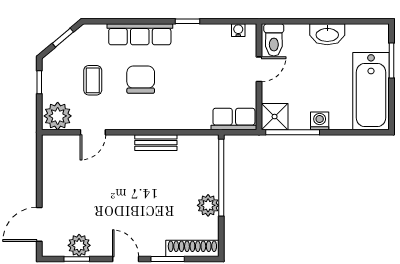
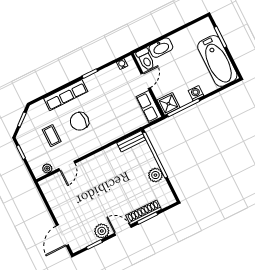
washbasin: (327, 34) -> (161, 48), moved
chair: (141, 80) -> (79, 121), turned -90
plant: (58, 116) -> (47, 169), width x0.53, depth x0.53
row of seats: (234, 119) -> (149, 107), moved, turned -90
bench: (156, 143) -> (131, 141), moved
plant: (79, 245) -> (102, 231), moved
shoe rack: (192, 248) -> (144, 212), moved

